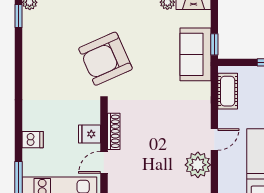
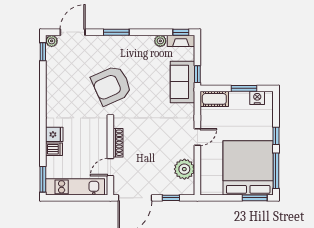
cot: (228, 91) -> (214, 99), moved, turned 90
fridge: (90, 134) -> (54, 134), moved, turned 180
door: (214, 140) -> (197, 137), moved

